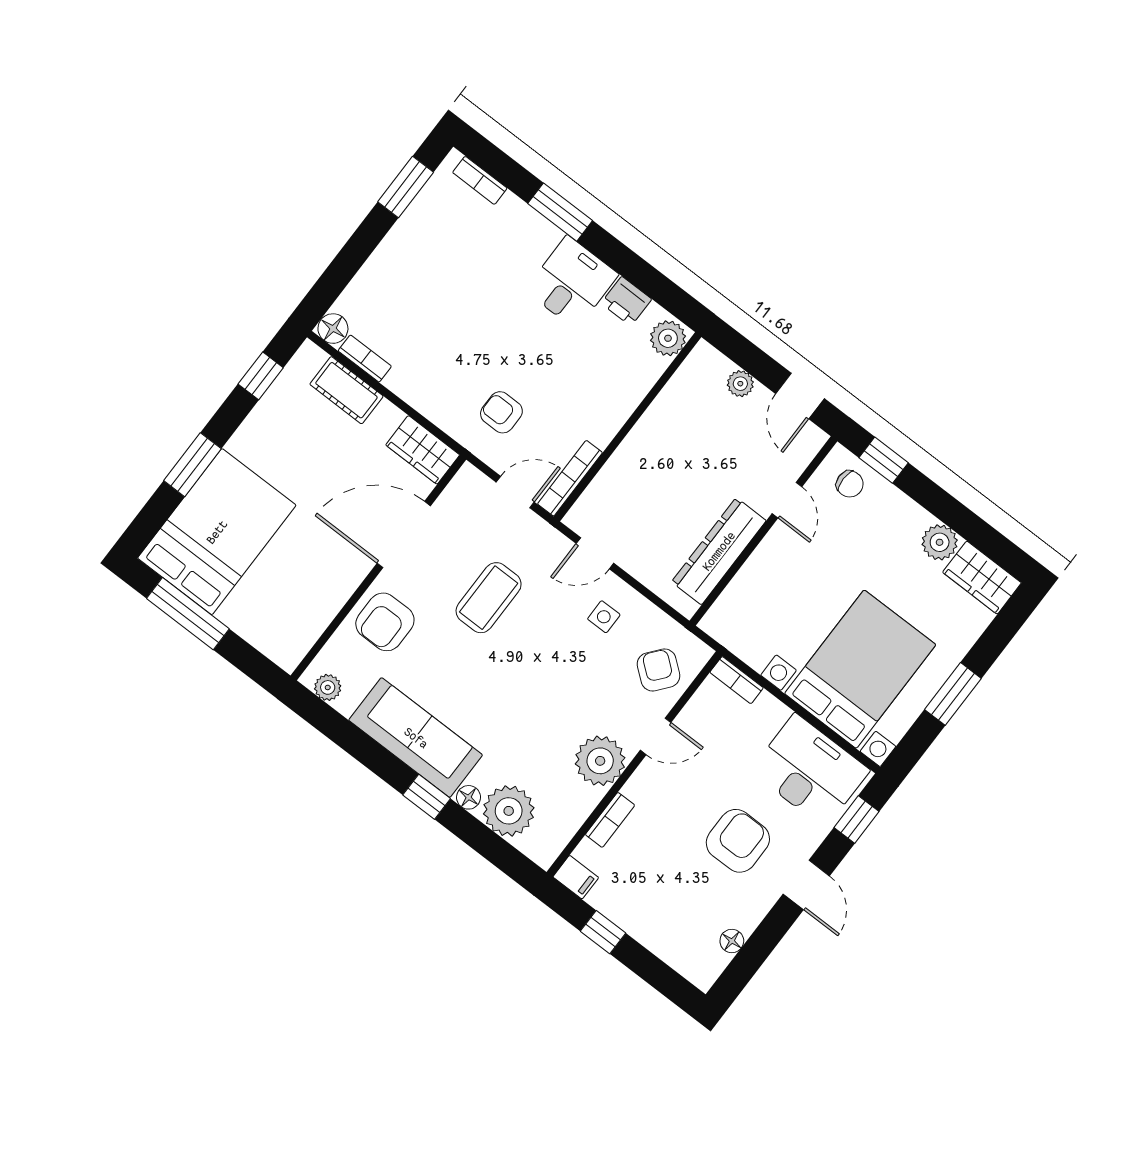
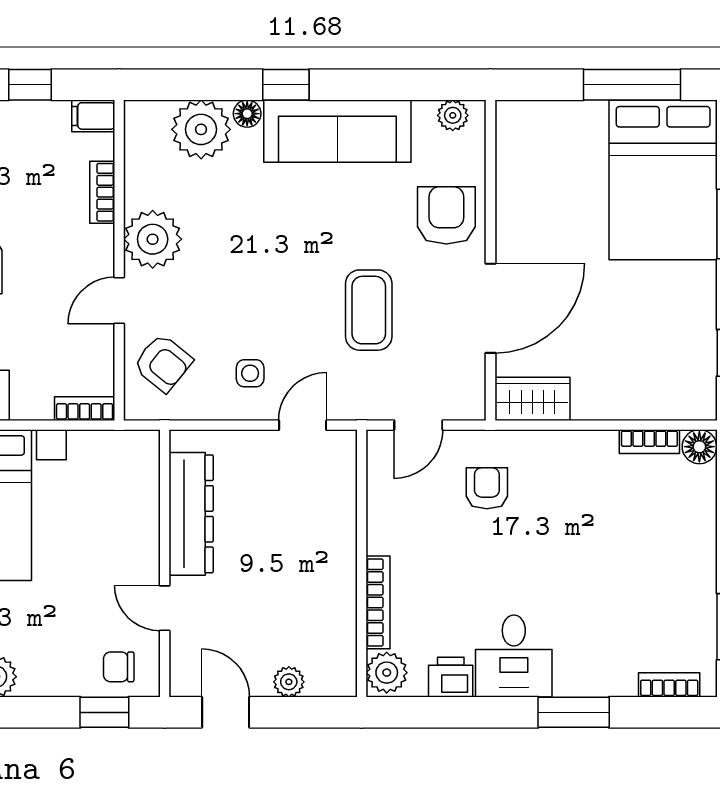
cot: (346, 390) -> (644, 400), removed
armchair: (501, 412) -> (487, 488), turned -90
bookcase: (570, 478) -> (378, 602), moved

